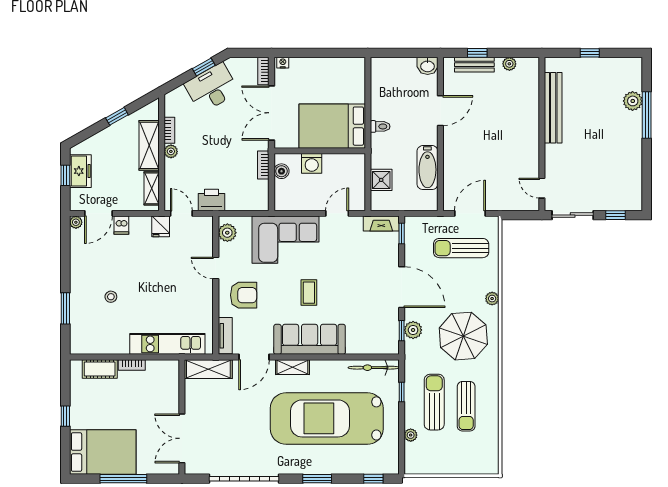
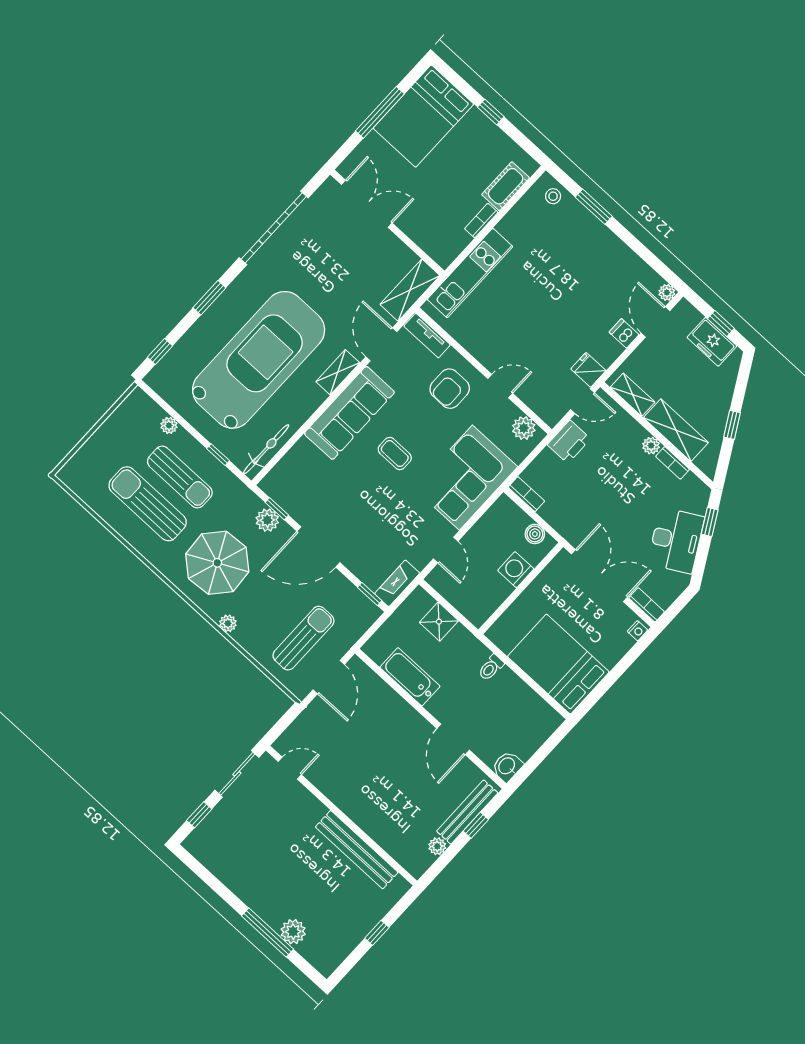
bench: (474, 65) -> (467, 812), width x1.36
window: (204, 67) -> (710, 522), moved
bed: (332, 126) -> (558, 664), moved, turned -90
bookcase: (263, 165) -> (526, 494), moved
stool: (111, 297) -> (553, 196), moved
sun lounger: (466, 406) -> (148, 504), width x1.36, depth x1.34

